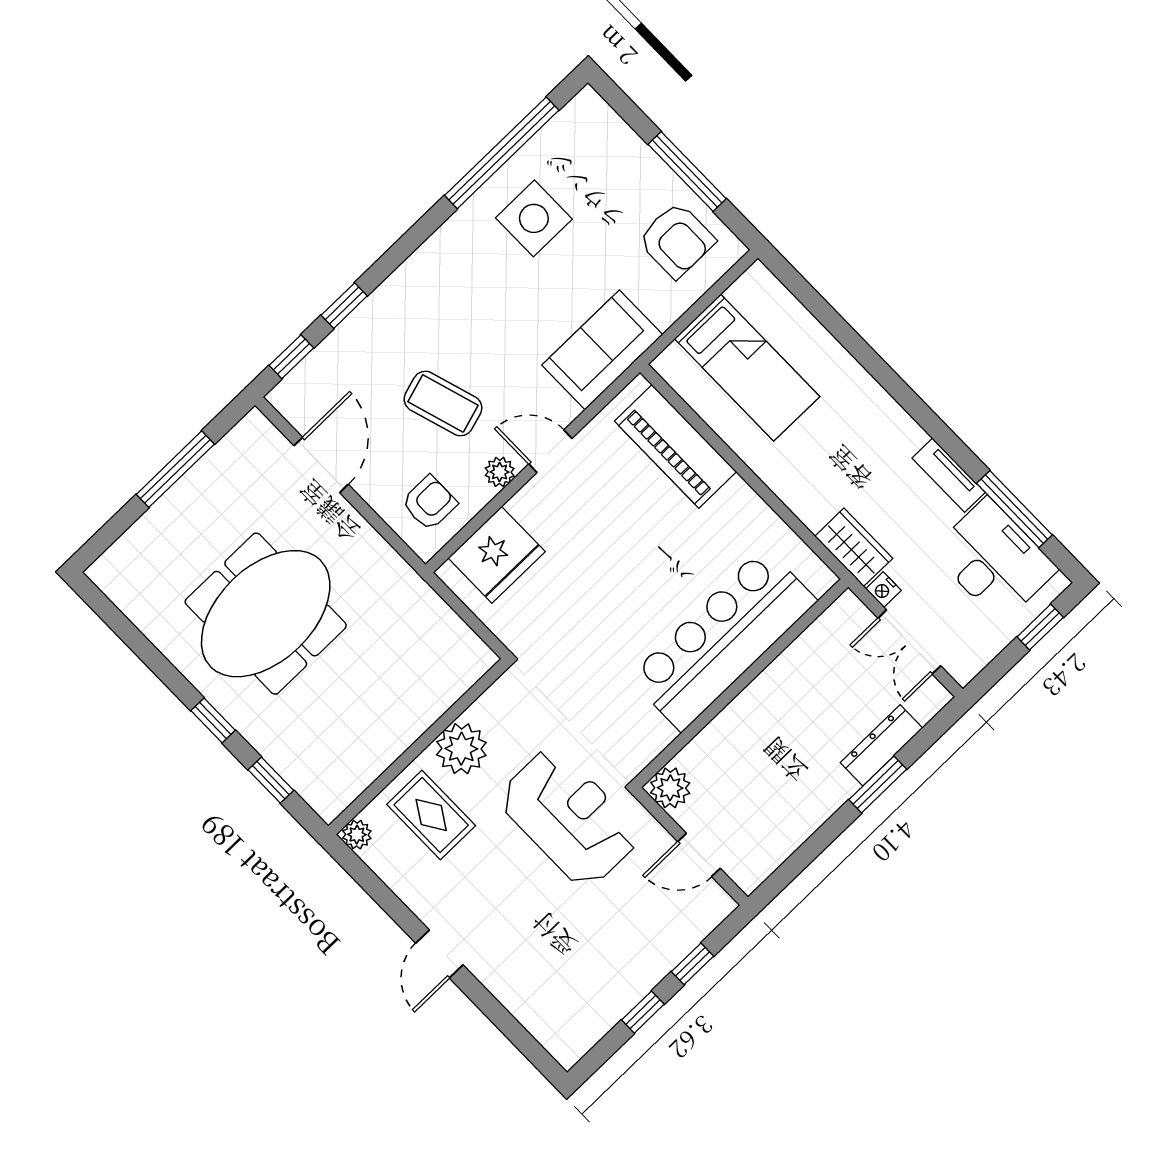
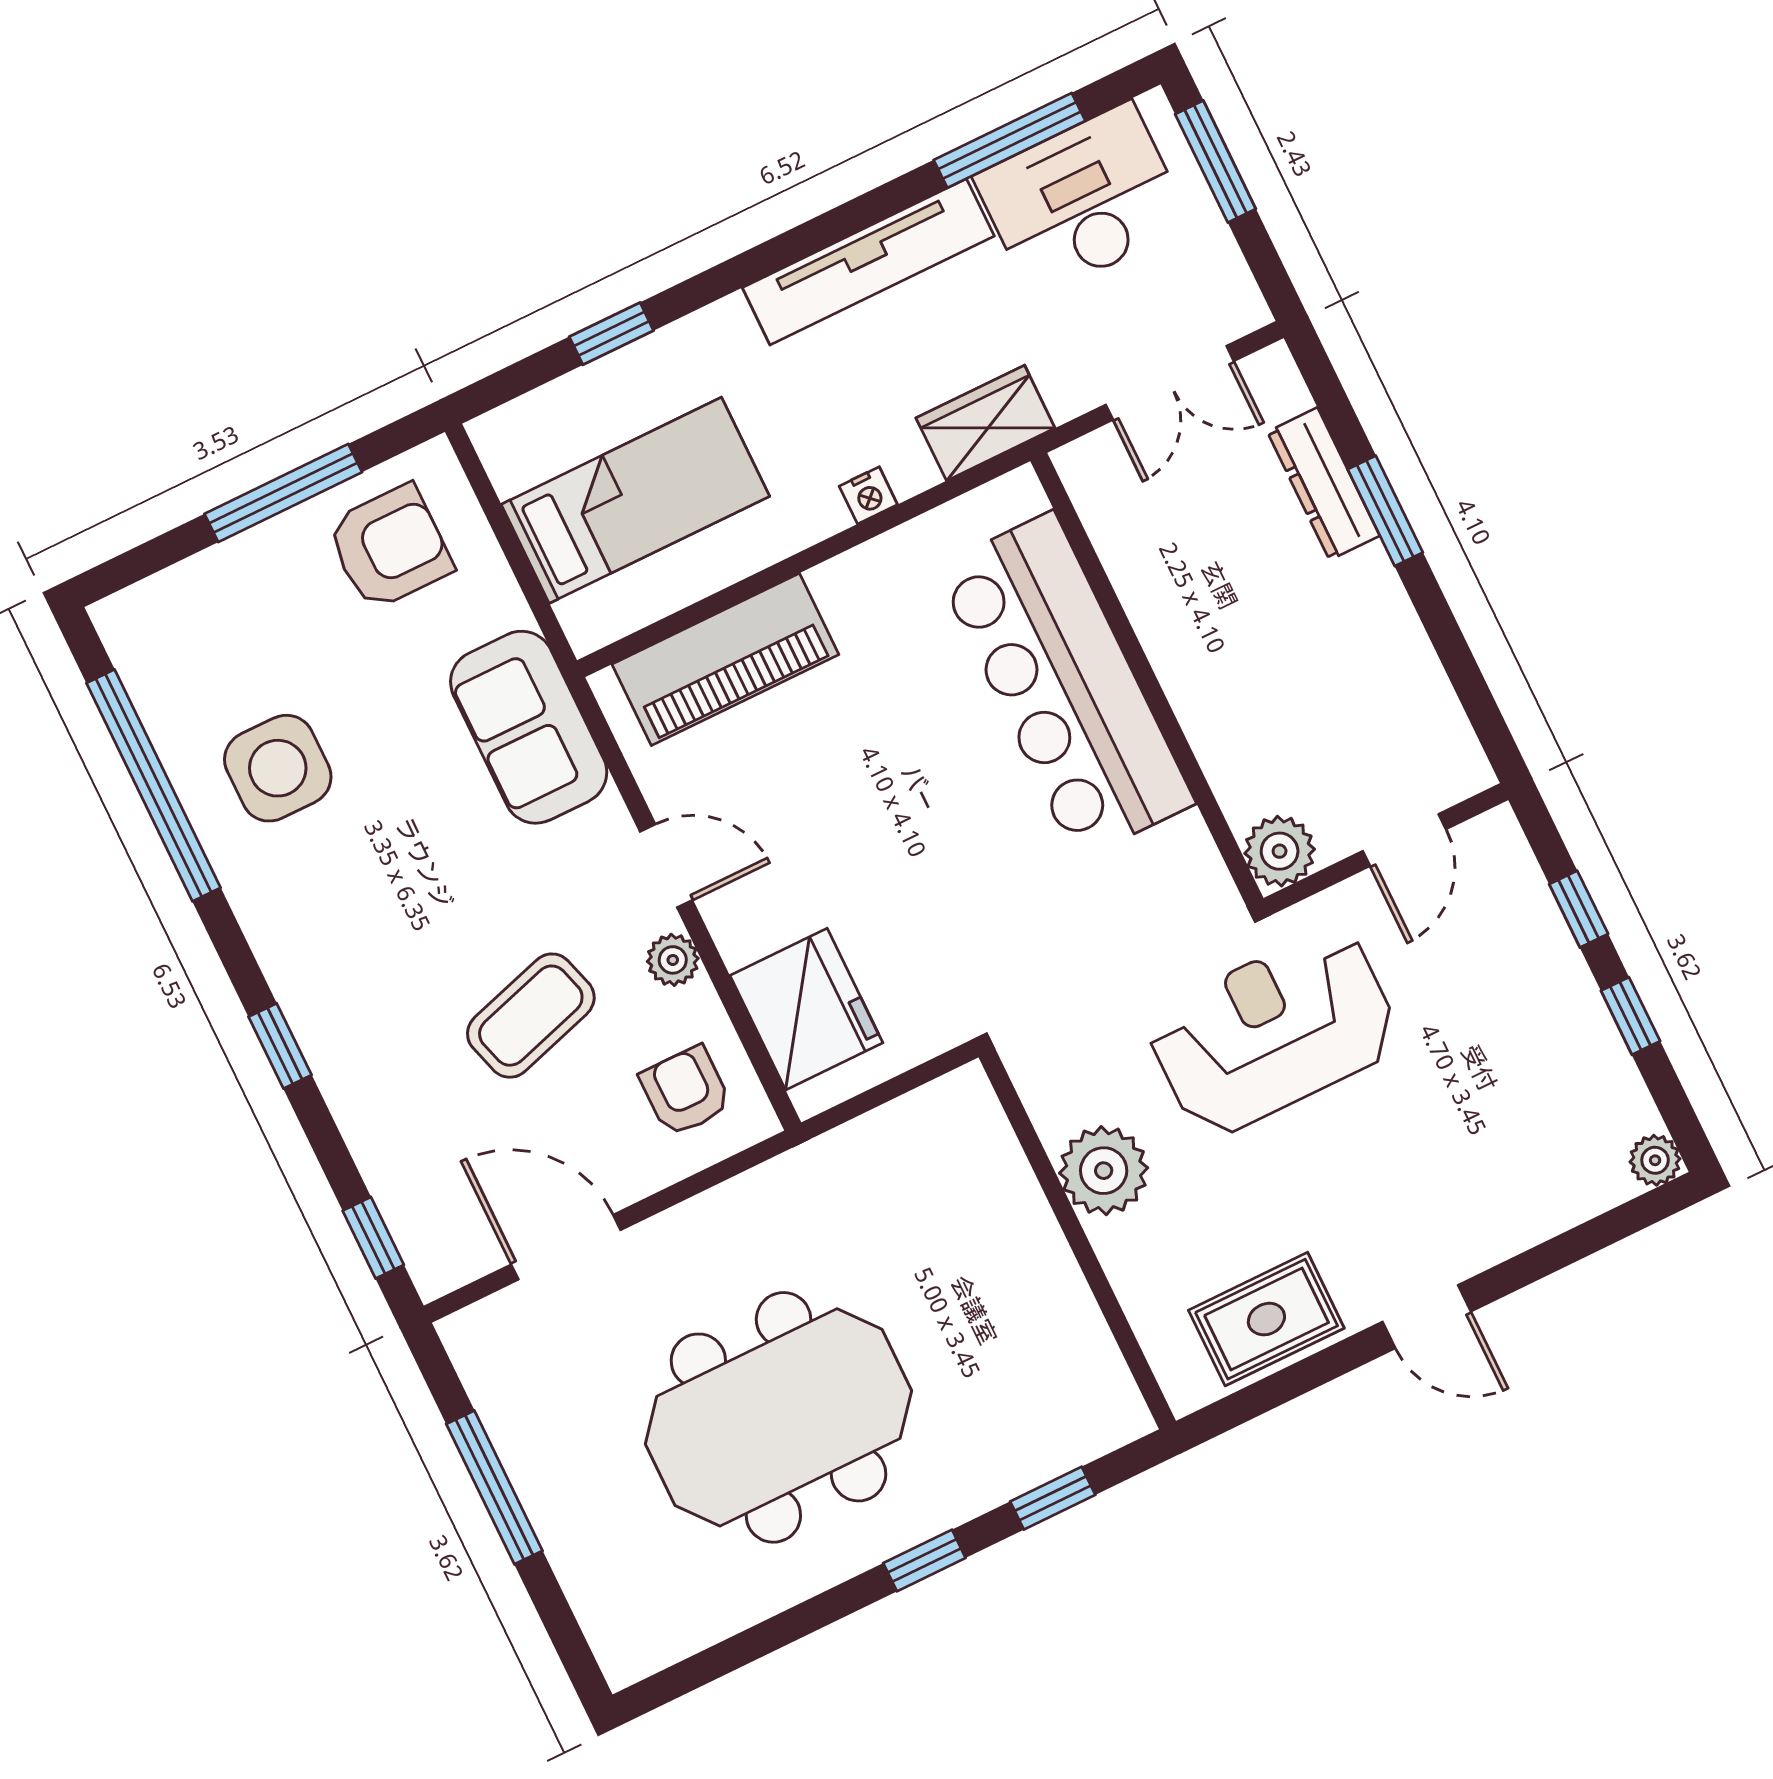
window: (344, 306) -> (280, 1046), moved
window: (835, 324) -> (611, 334), added
door: (550, 451) -> (666, 866), swing flipped
tv unit: (949, 475) -> (868, 262), width x1.92, depth x1.29
nightstand: (883, 590) -> (868, 495), moved
meeting table: (266, 614) -> (778, 1417), turned 90
window: (1040, 627) -> (1216, 161), width x1.50
rug: (431, 815) -> (1266, 1319), moved
plant: (357, 835) -> (1655, 1160), moved

